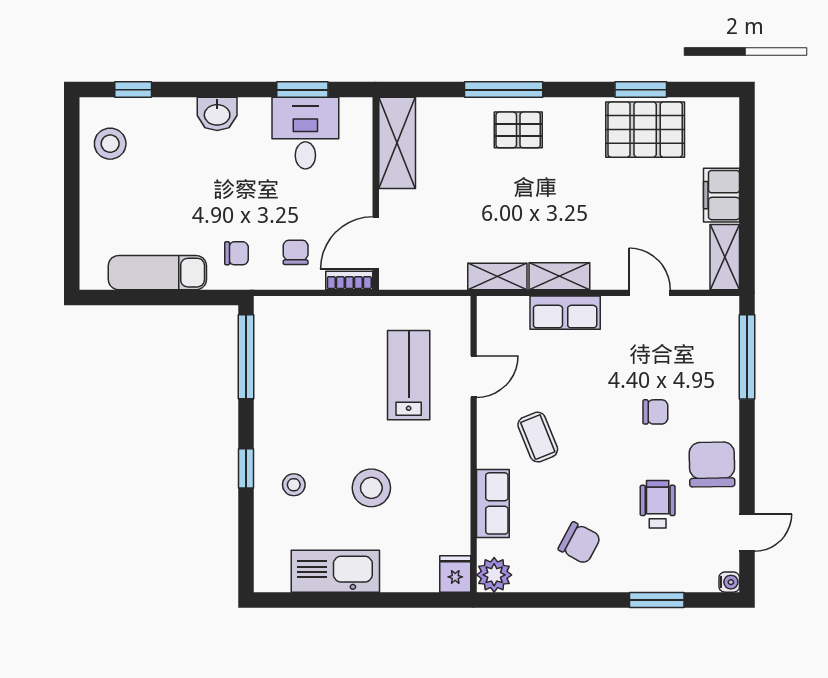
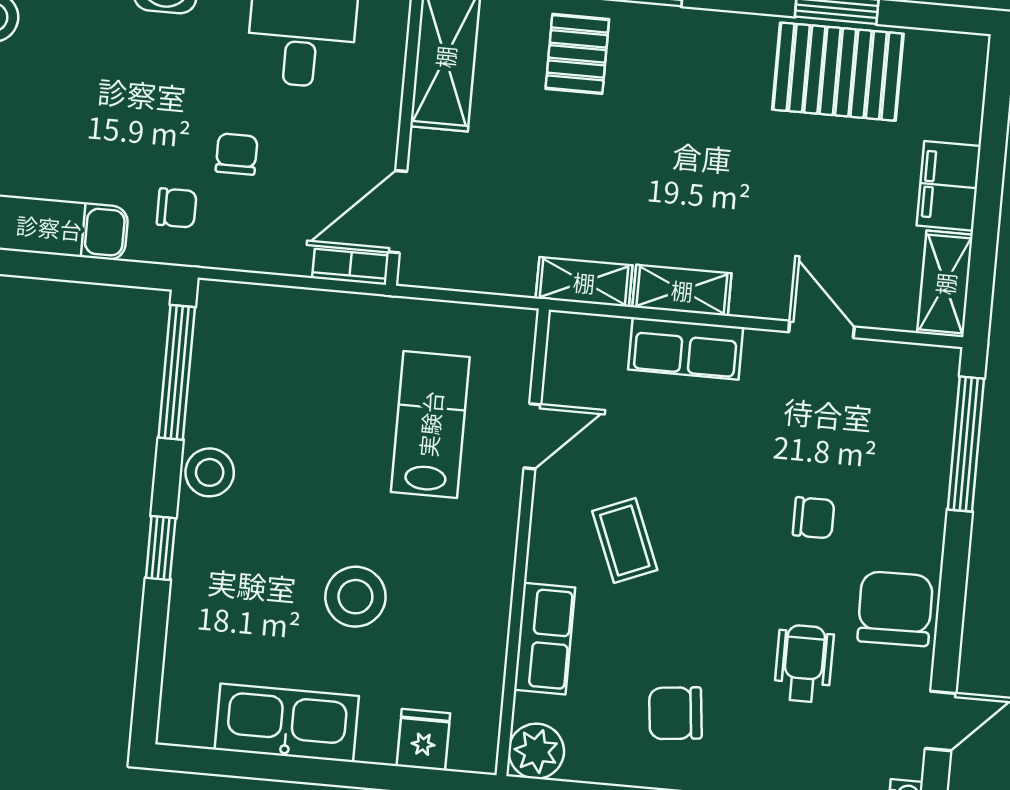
pallet: (518, 130) -> (577, 54), moved, turned 90
chair: (296, 252) -> (237, 154), moved
stool: (294, 485) -> (210, 472), moved, width x1.37, depth x1.37
chair: (580, 543) -> (675, 713), turned 146
fridge: (455, 574) -> (423, 740), moved

